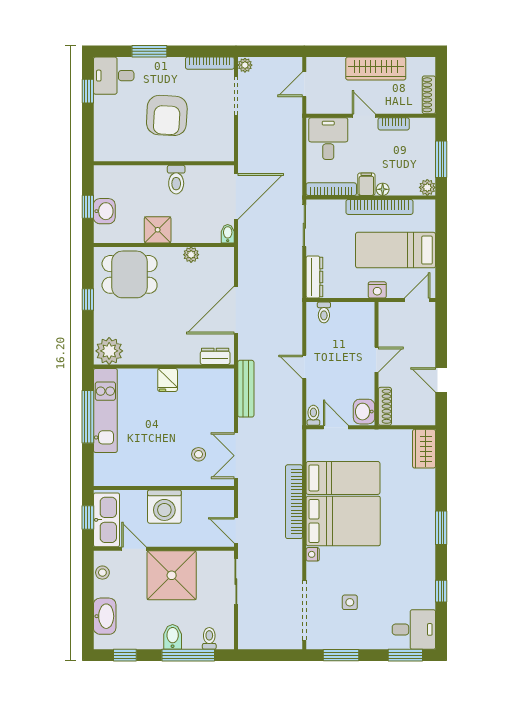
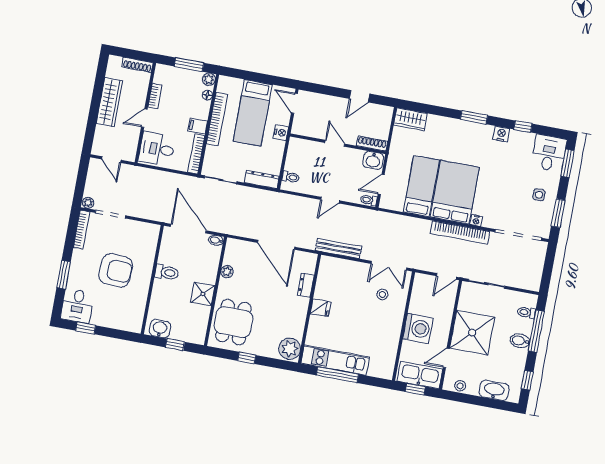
floor lamp: (383, 189) -> (207, 95), moved
washbasin: (104, 211) -> (160, 329), moved
dresser: (215, 356) -> (306, 285), moved
bookcase: (294, 502) -> (460, 232), moved
nightstand: (427, 566) -> (501, 134), added
side table: (350, 602) -> (539, 195), moved

